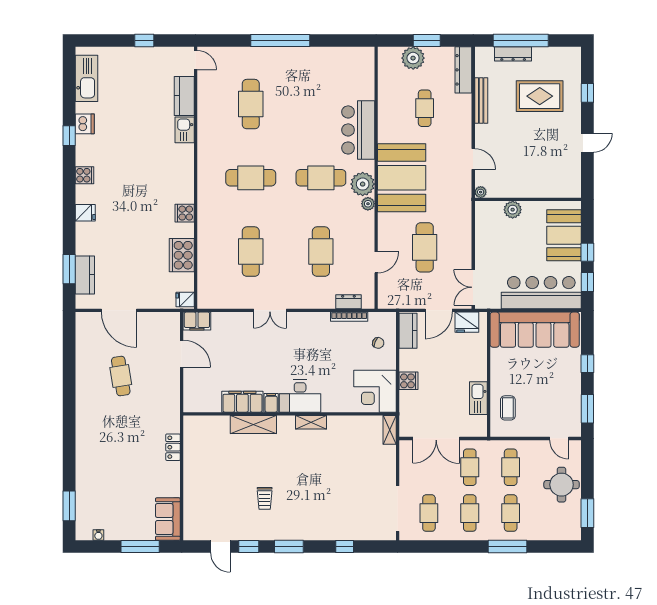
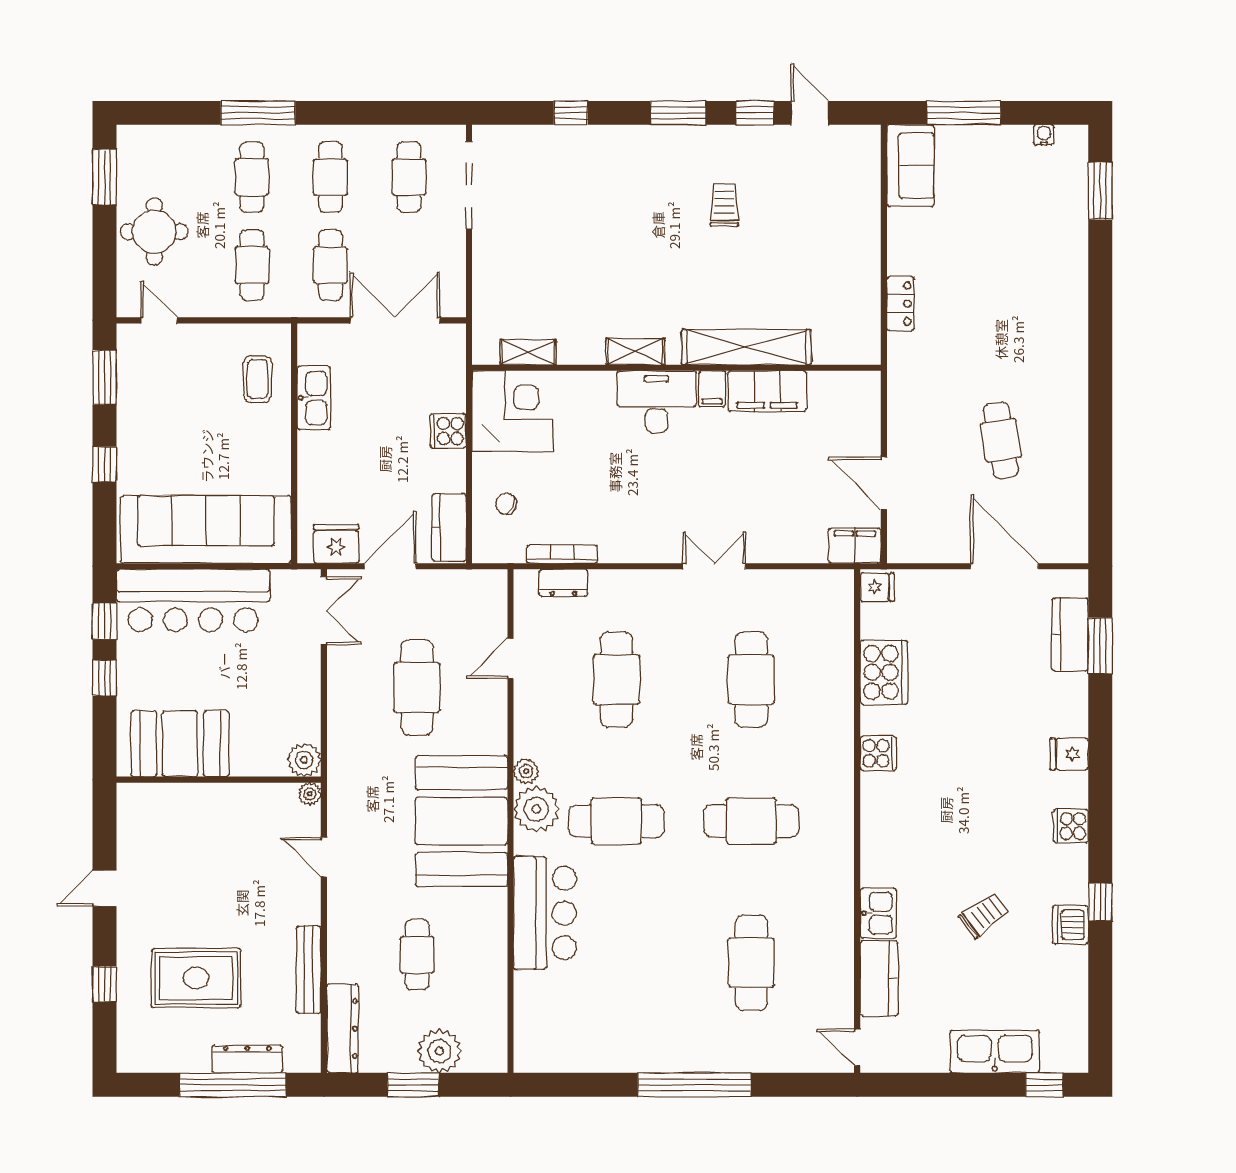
window: (144, 41) -> (1044, 1085), moved
kitchen sink: (86, 78) -> (995, 1052), moved, turned 90
trolley: (130, 129) -> (984, 915), added
plant: (513, 210) -> (304, 760), moved
booth: (564, 235) -> (180, 744), moved, turned 90
shelving: (253, 425) -> (746, 347), width x1.47
shelving: (390, 430) -> (528, 352), moved, turned 90

